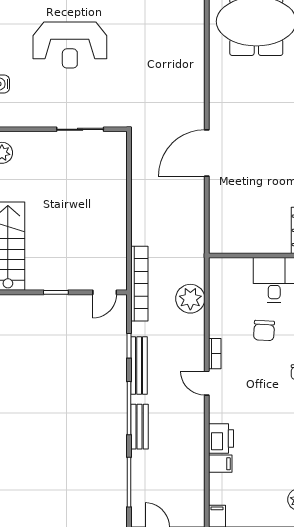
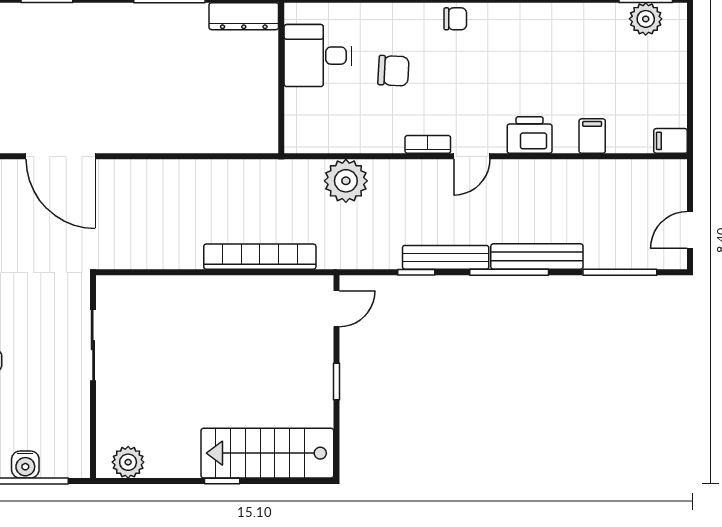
door: (207, 153) -> (61, 156), moved
bookcase: (139, 284) -> (260, 257), moved
door: (105, 292) -> (336, 309), hinge flipped
bench: (140, 427) -> (537, 256), width x1.36
printer: (221, 438) -> (530, 135), moved

